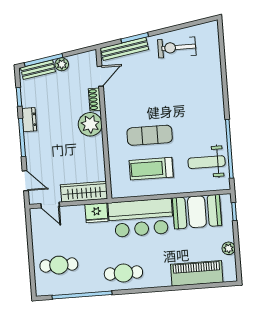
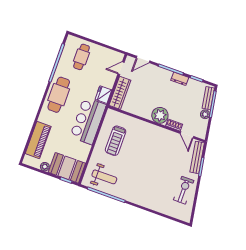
exercise mat: (150, 135) -> (137, 149), removed
weight bench: (207, 162) -> (104, 177), turned 90
treadmill: (151, 169) -> (116, 141), turned 180
booth: (197, 212) -> (67, 168), moved, turned 90
cafe table: (123, 273) -> (59, 95), width x1.37, depth x1.35

